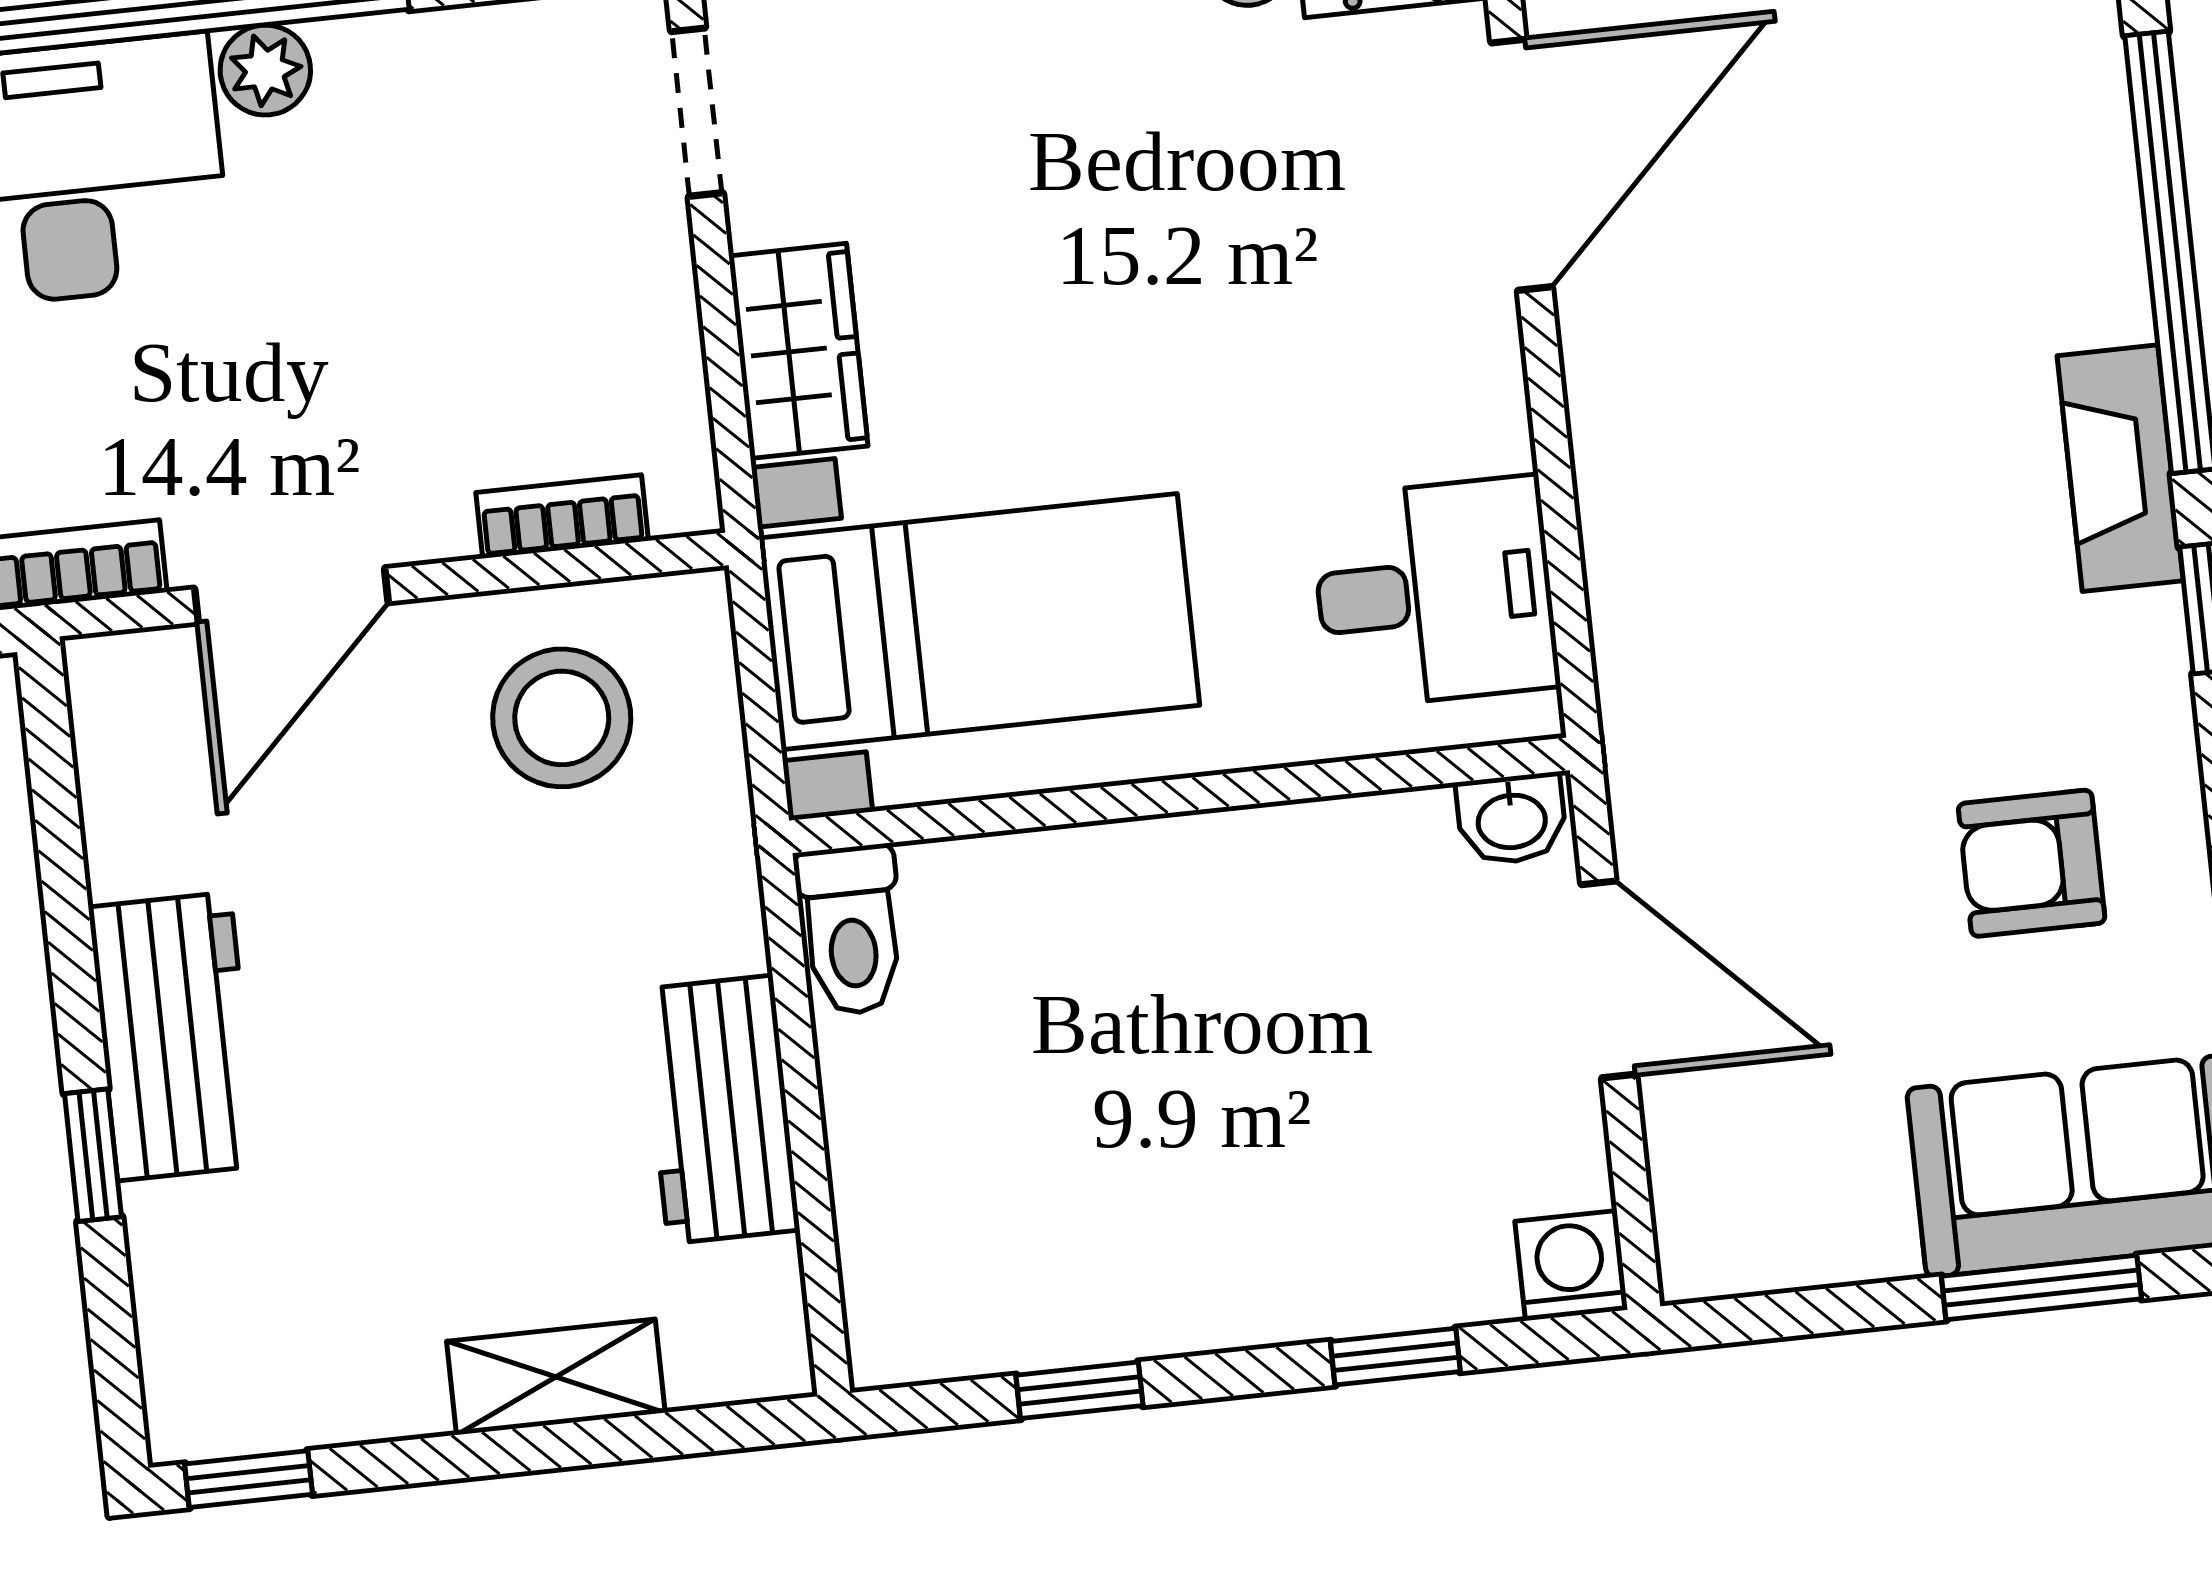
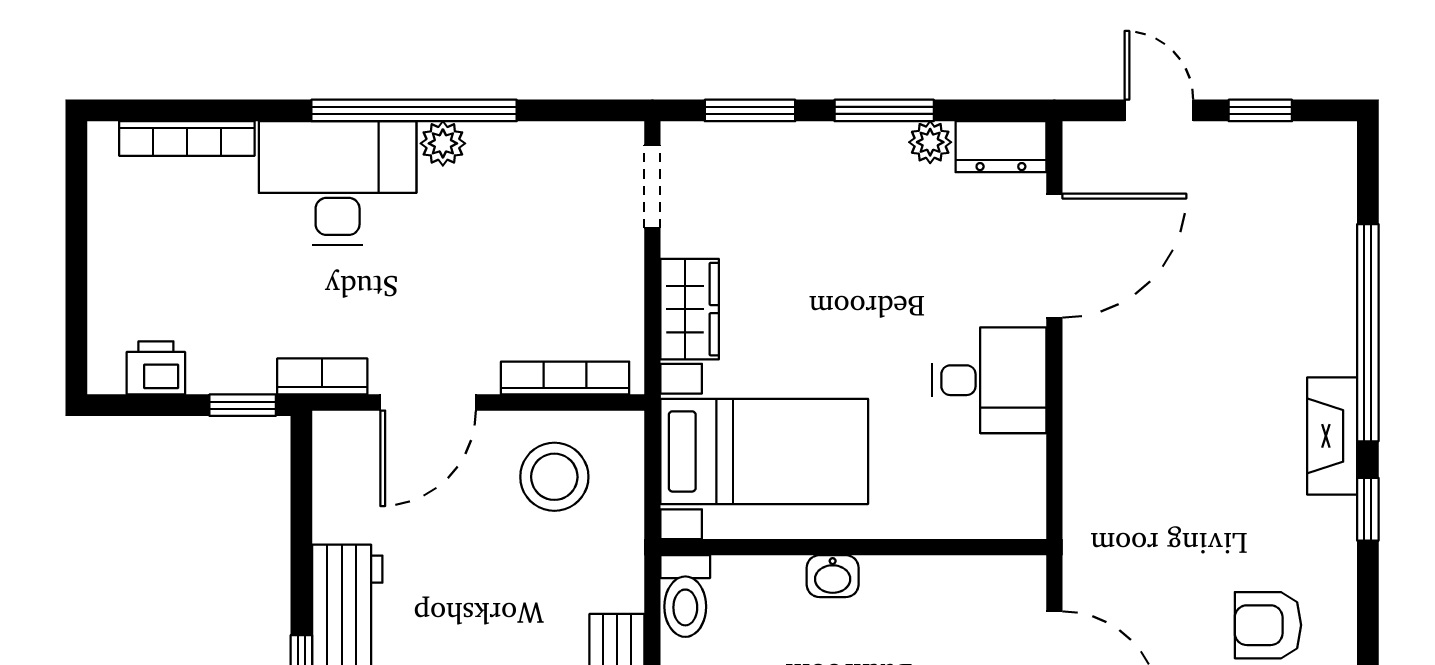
bookcase: (562, 517) -> (565, 378), width x1.56
desk: (1435, 592) -> (989, 380), moved
washbasin: (1511, 819) -> (833, 576), moved

